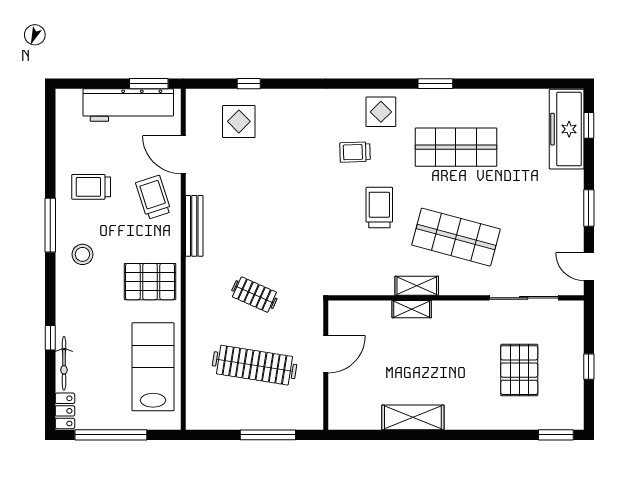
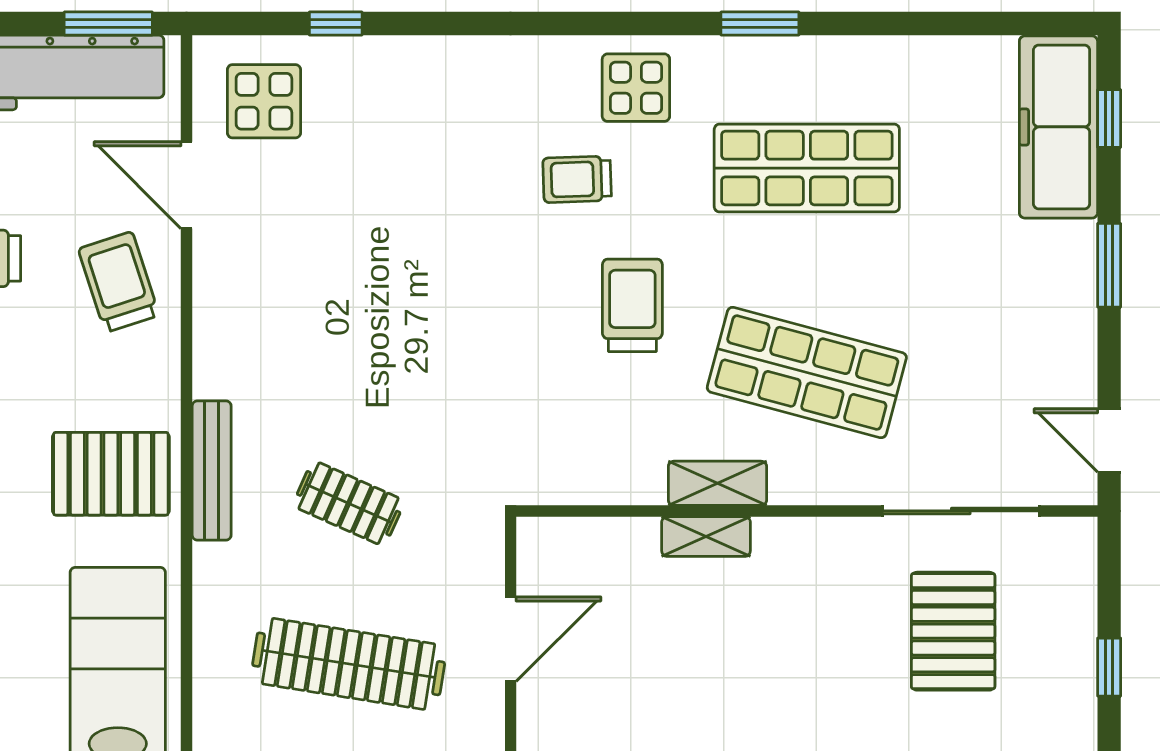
display table: (239, 121) -> (264, 101), moved
window: (589, 208) -> (1109, 265), moved
bench: (194, 226) -> (212, 470), moved
pallet: (519, 370) -> (953, 631), moved

